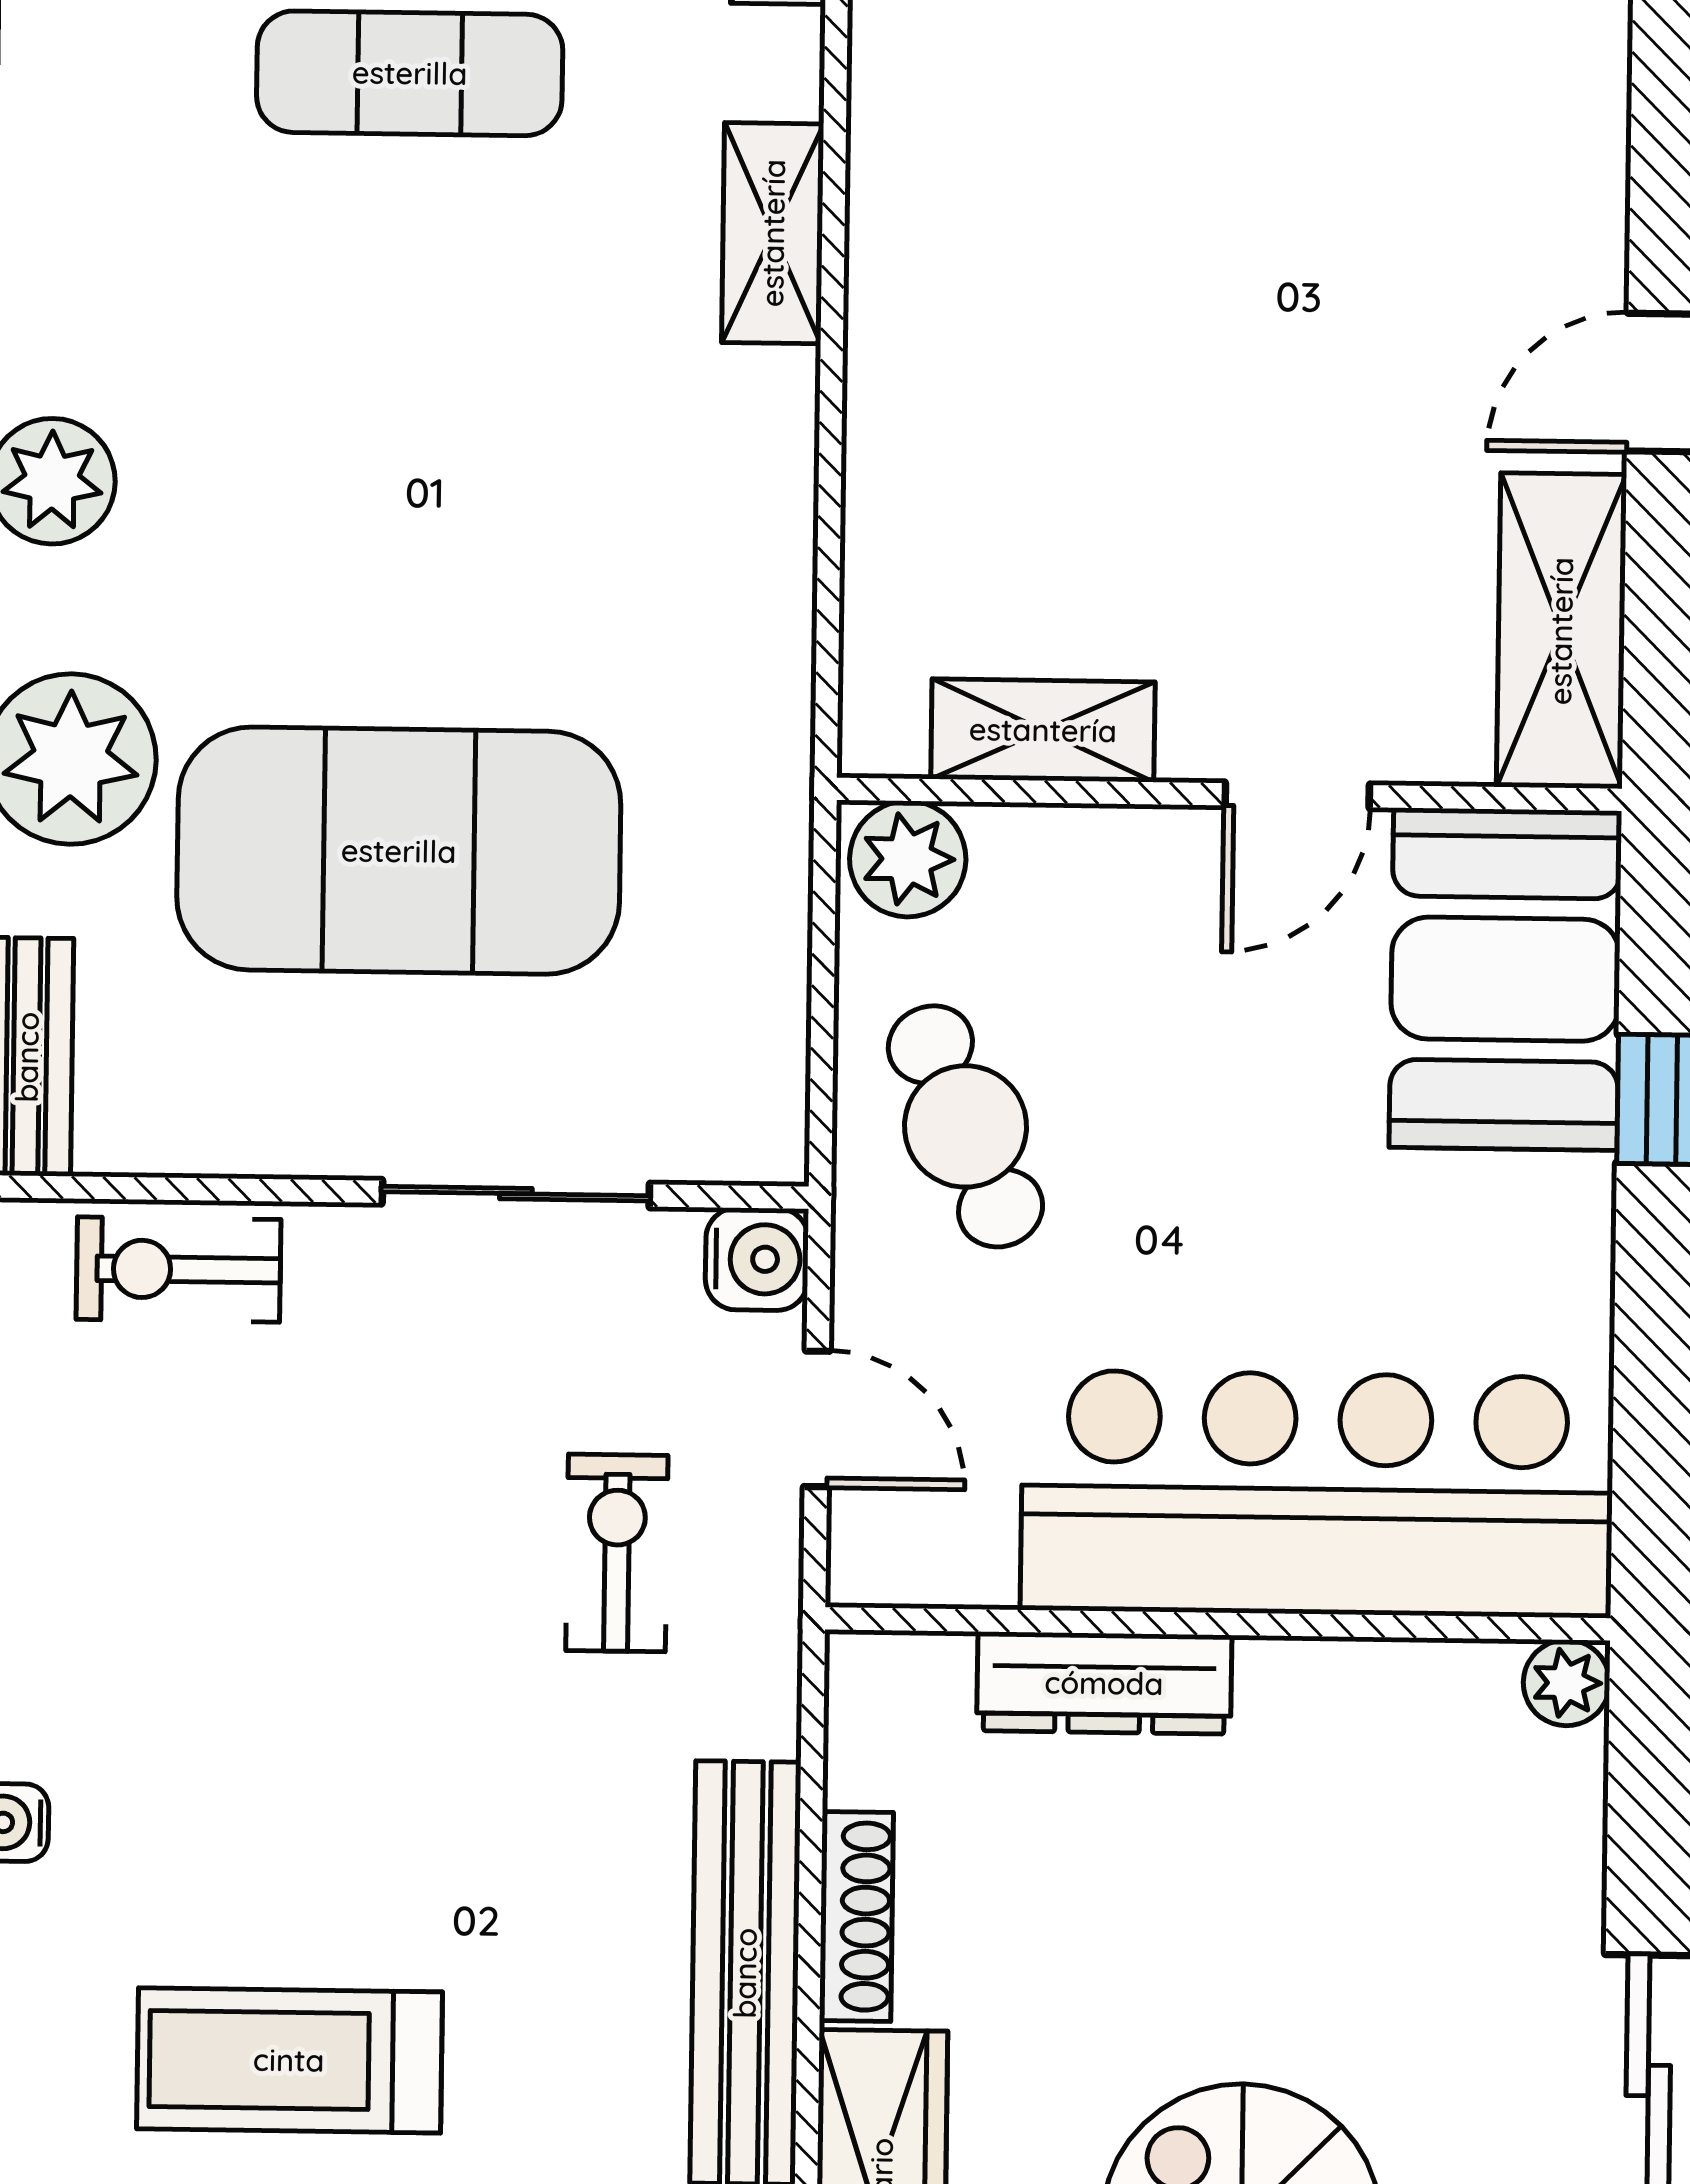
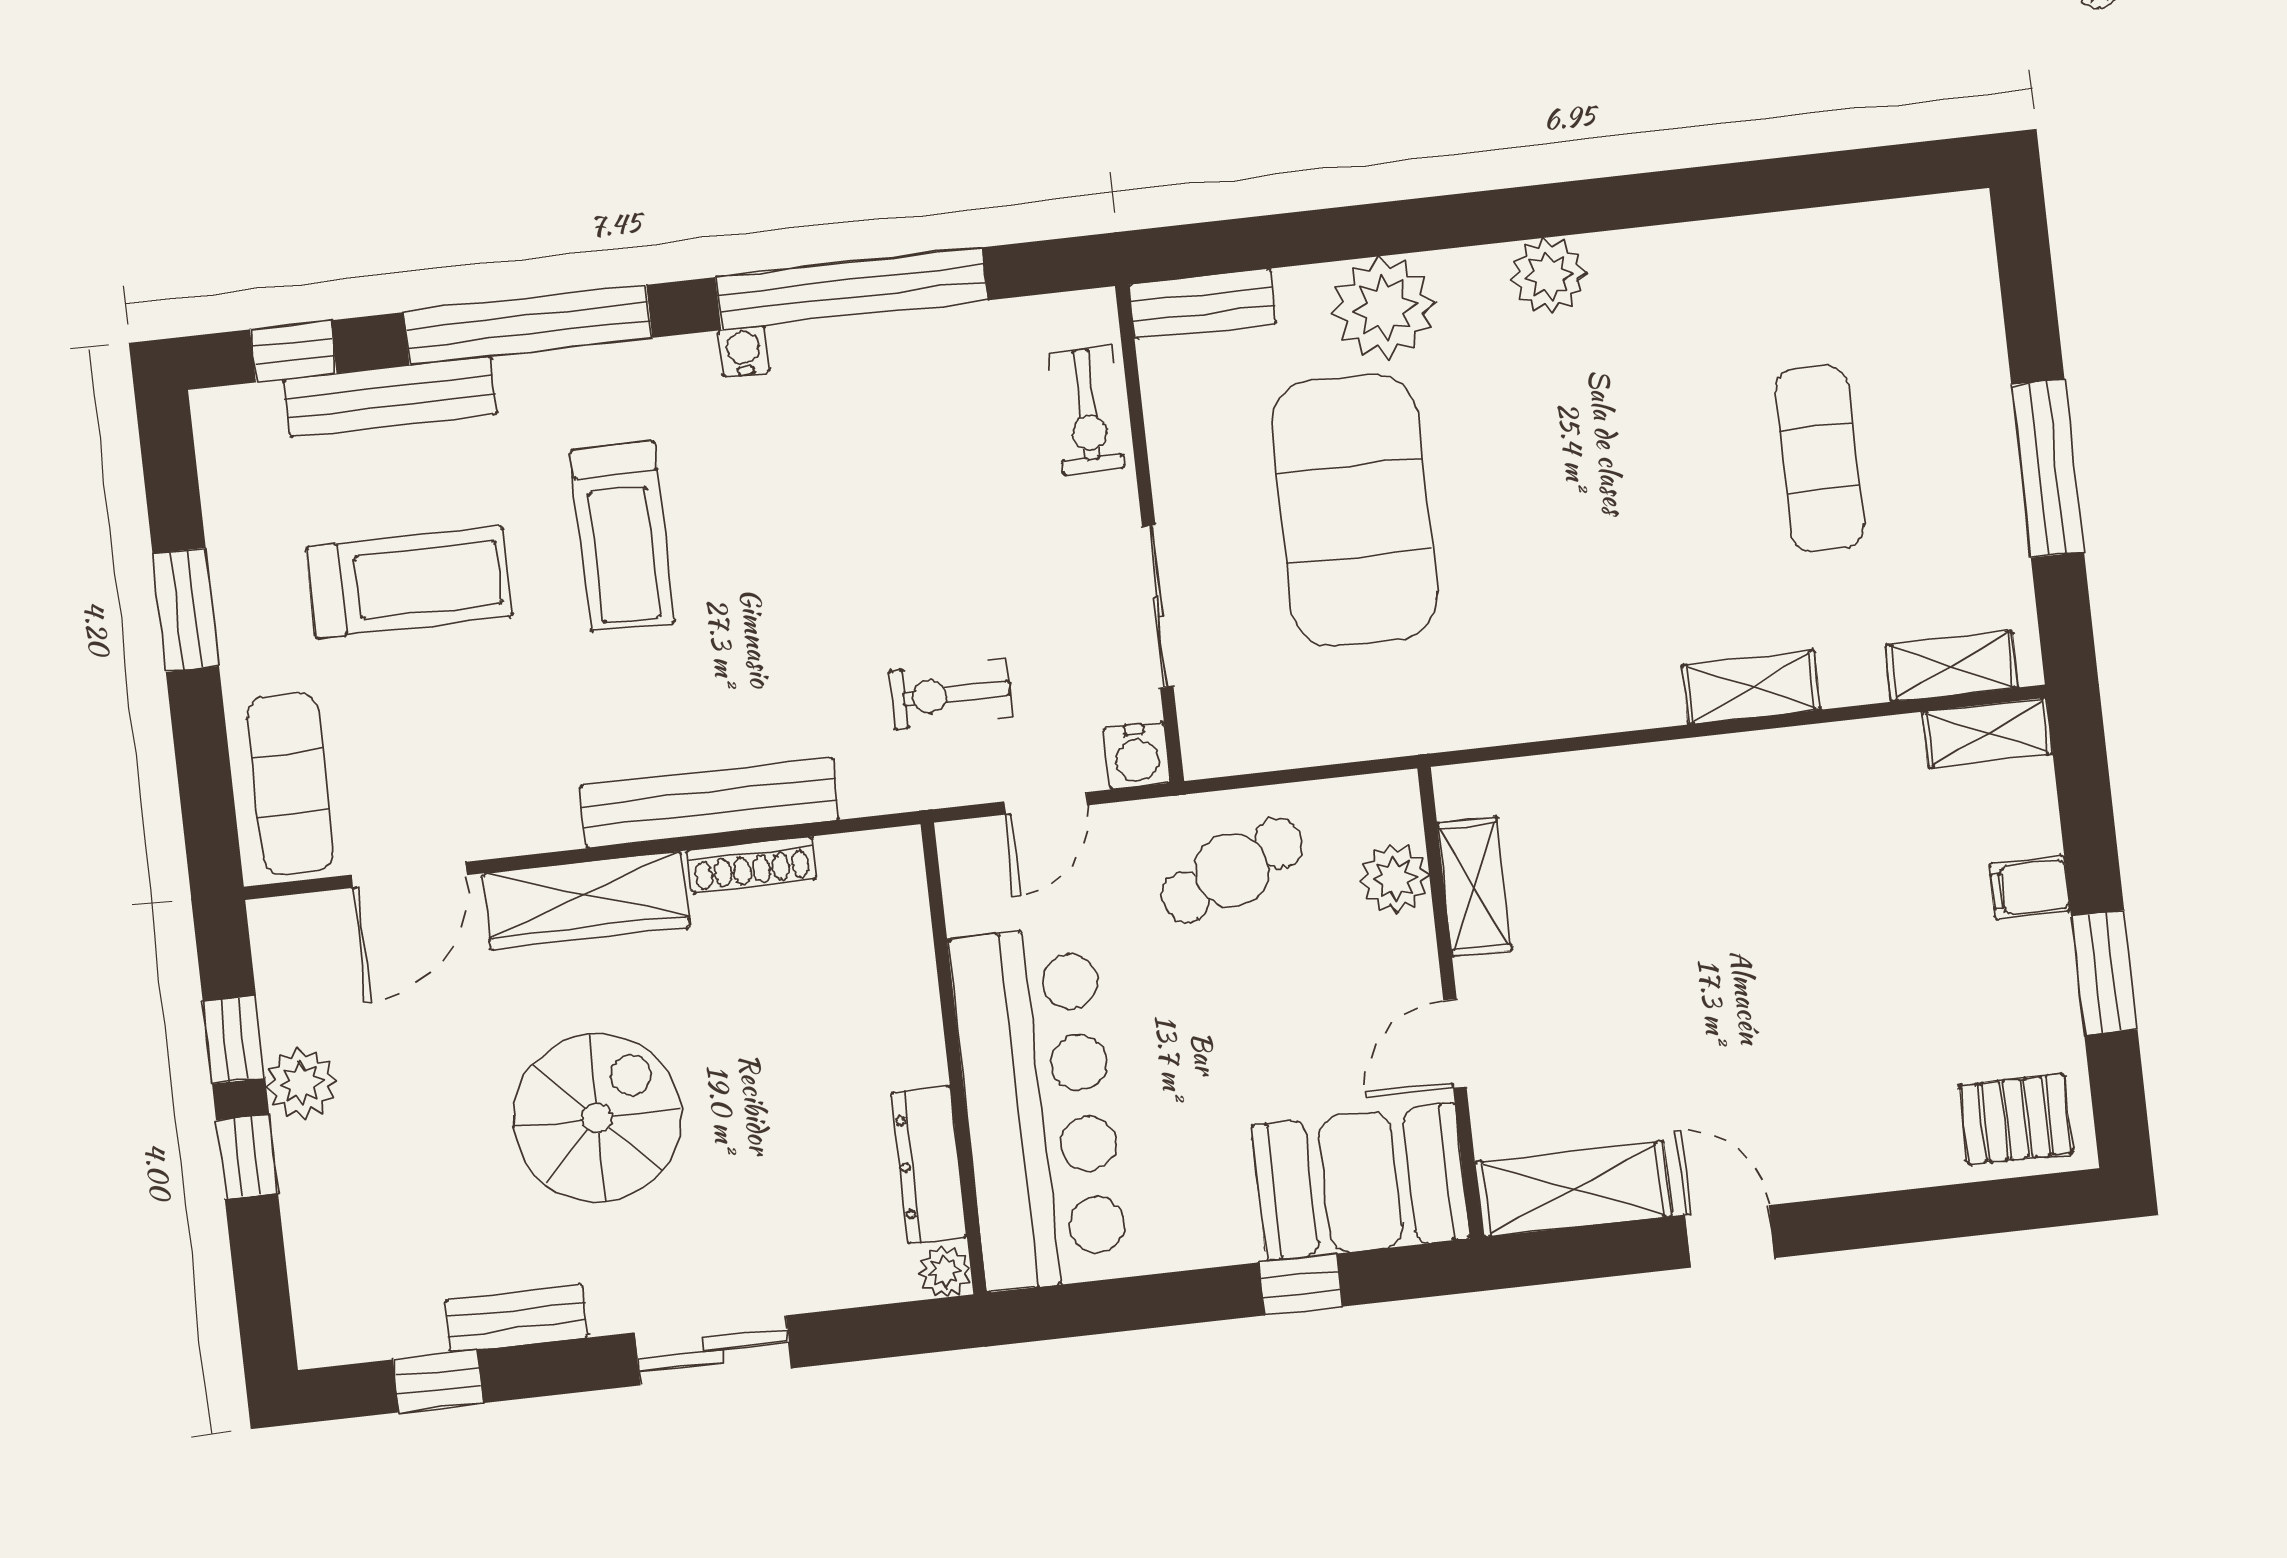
door: (1297, 795) -> (1455, 1044), hinge flipped
plant: (908, 859) -> (1394, 878), moved
exercise bike: (179, 1269) -> (1087, 411), turned 180
exercise bike: (617, 1553) -> (951, 694), turned 180
dresser: (1104, 1683) -> (929, 1165), moved
treadmill: (289, 2060) -> (623, 537), turned 180

